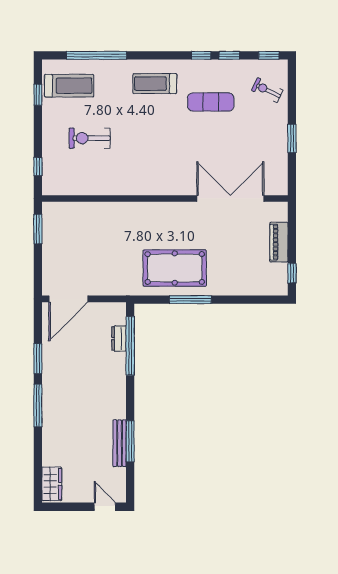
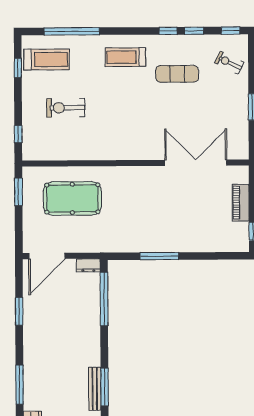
pool table: (175, 268) -> (72, 198), moved
dresser: (119, 338) -> (88, 265), moved, turned -90
window: (38, 406) -> (19, 385), moved

